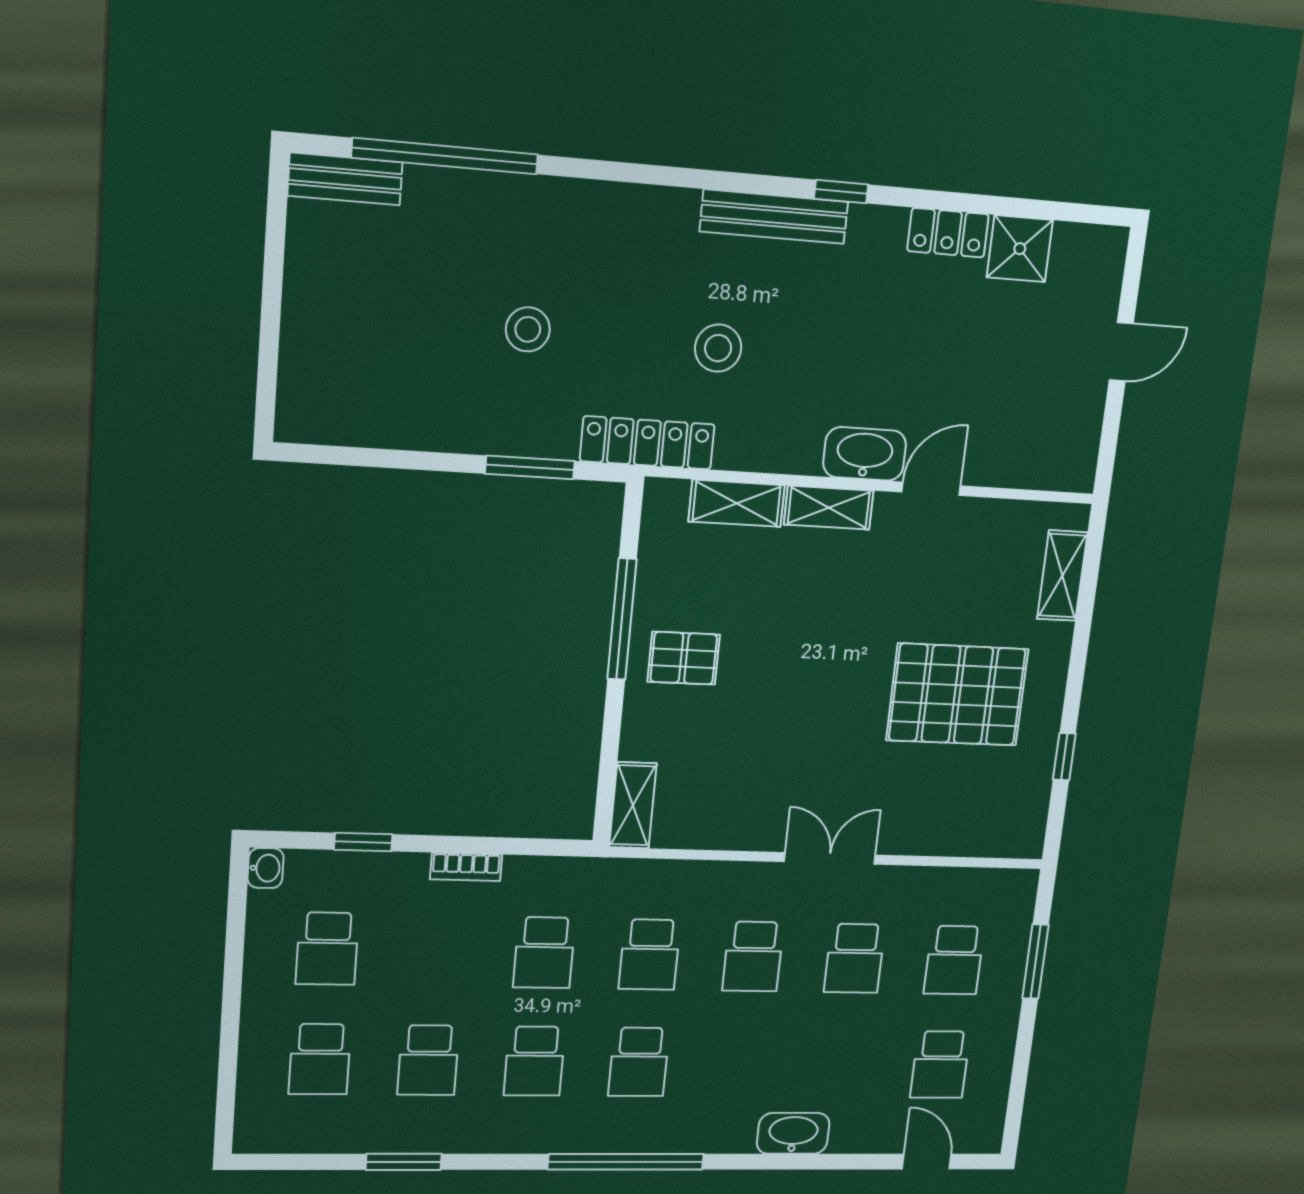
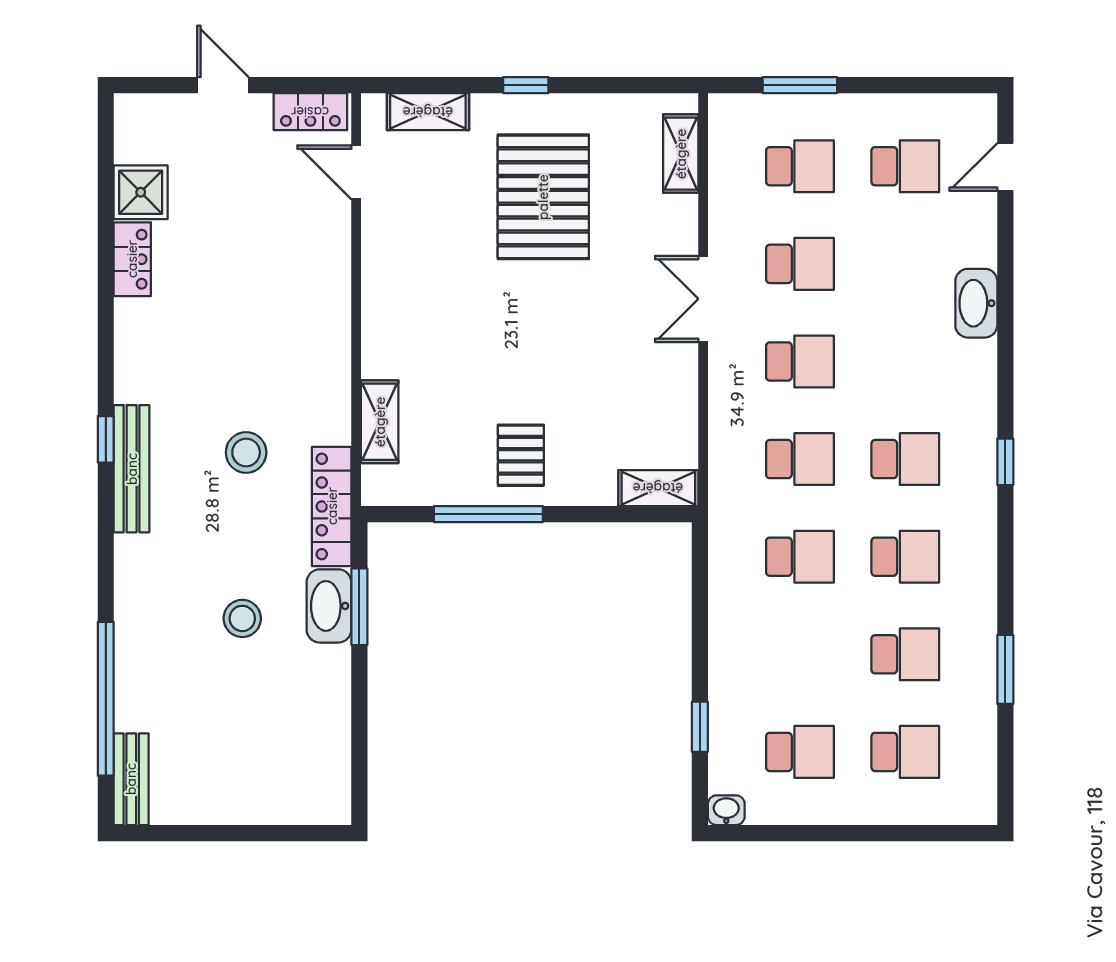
window: (841, 192) -> (106, 439), moved
bench: (774, 217) -> (132, 469), moved
locker: (1080, 447) -> (310, 112), added
washbasin: (865, 454) -> (329, 606), moved
door: (931, 489) -> (356, 172), moved
shelving: (829, 508) -> (681, 154), moved
window: (1064, 757) -> (526, 85), moved
bookcase: (466, 867) -> (720, 634), removed
window: (626, 1162) -> (1005, 462), width x0.32

